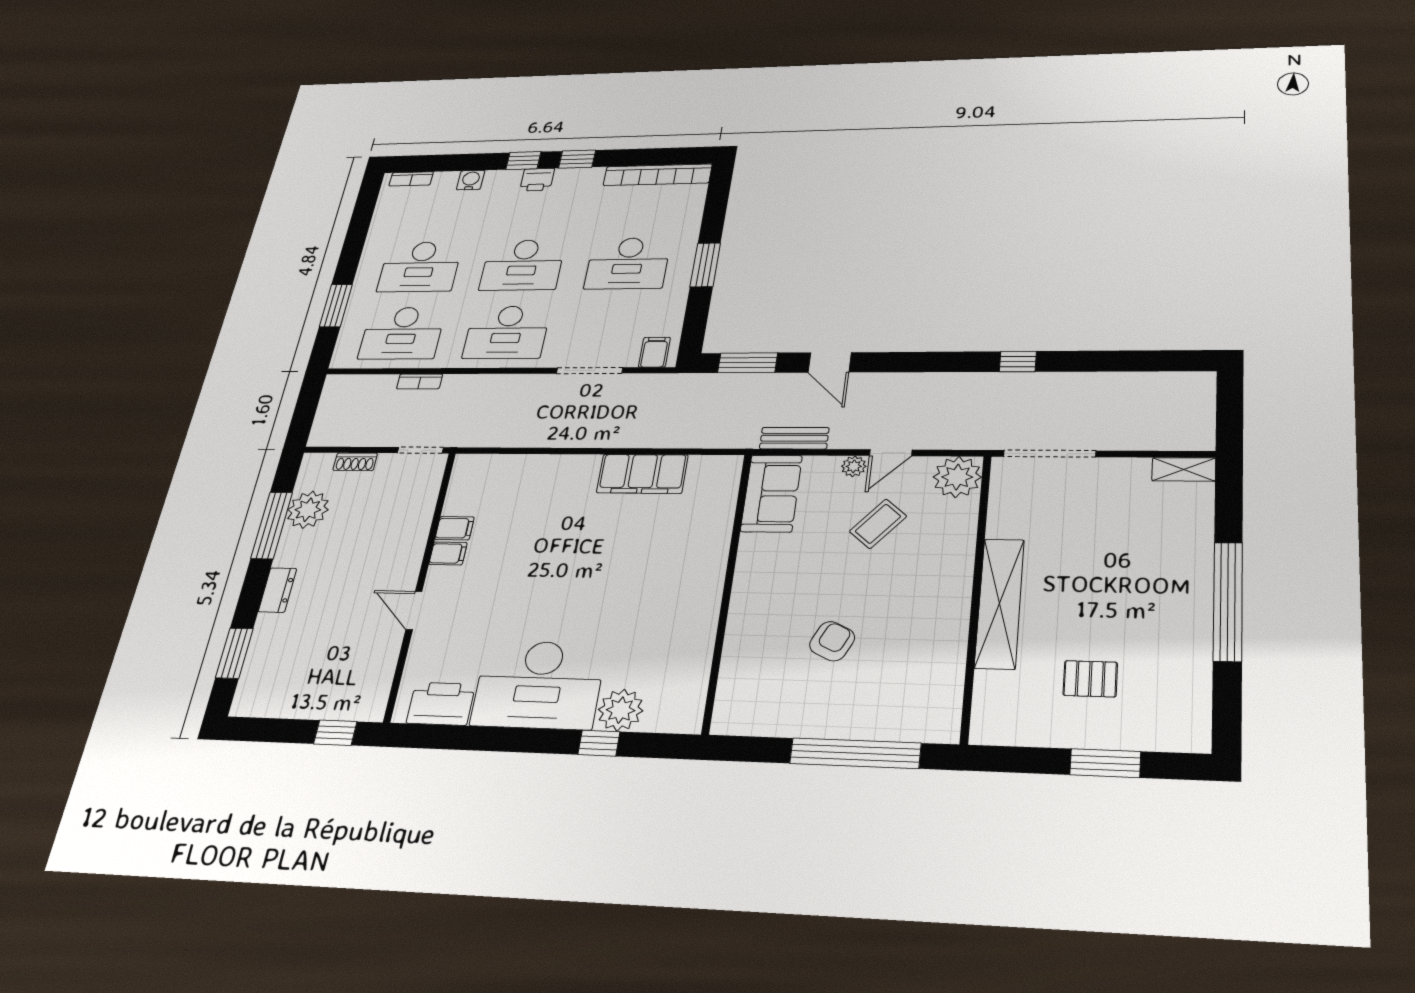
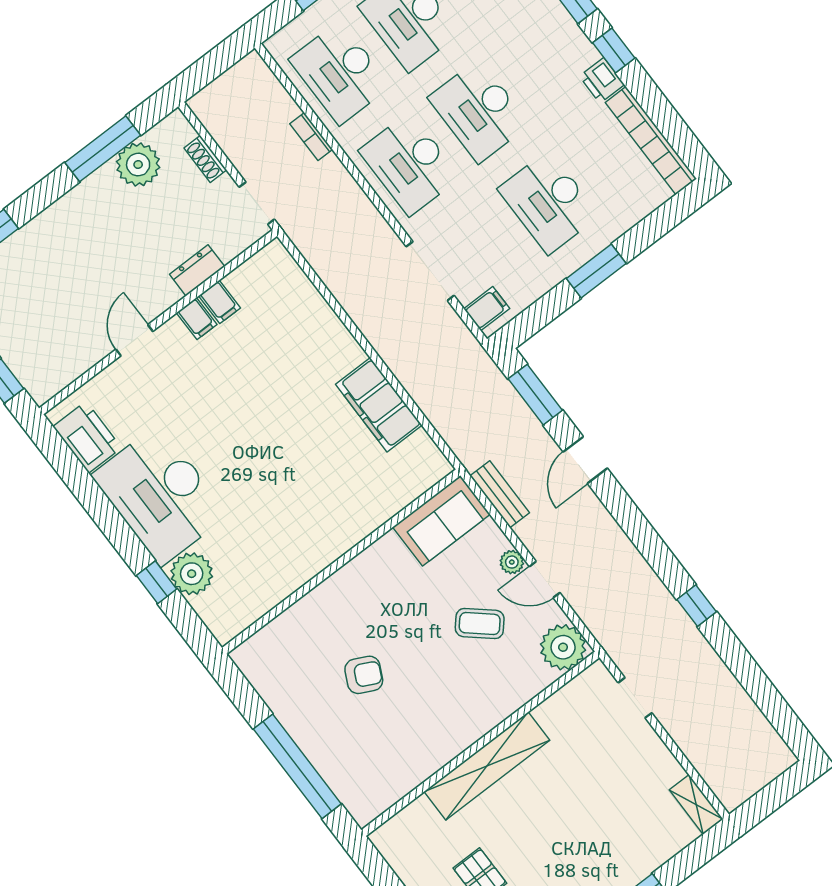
printer: (537, 180) -> (602, 80), moved
doorway: (1050, 454) -> (635, 698), width x0.53
dresser: (277, 590) -> (197, 270), moved, turned 180

